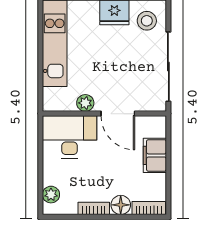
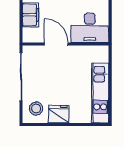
plant: (85, 103) -> (79, 51), removed

